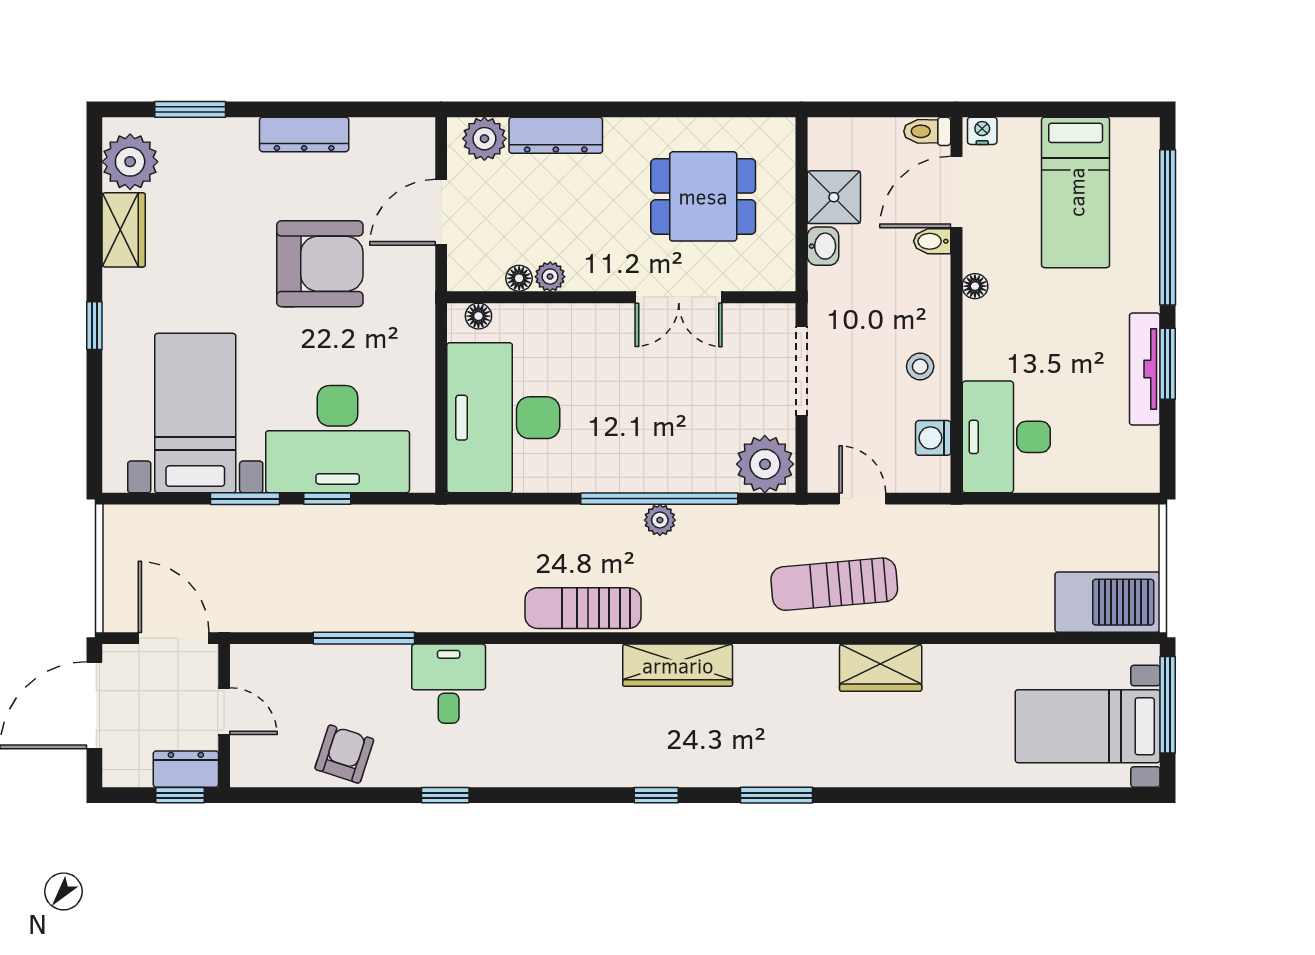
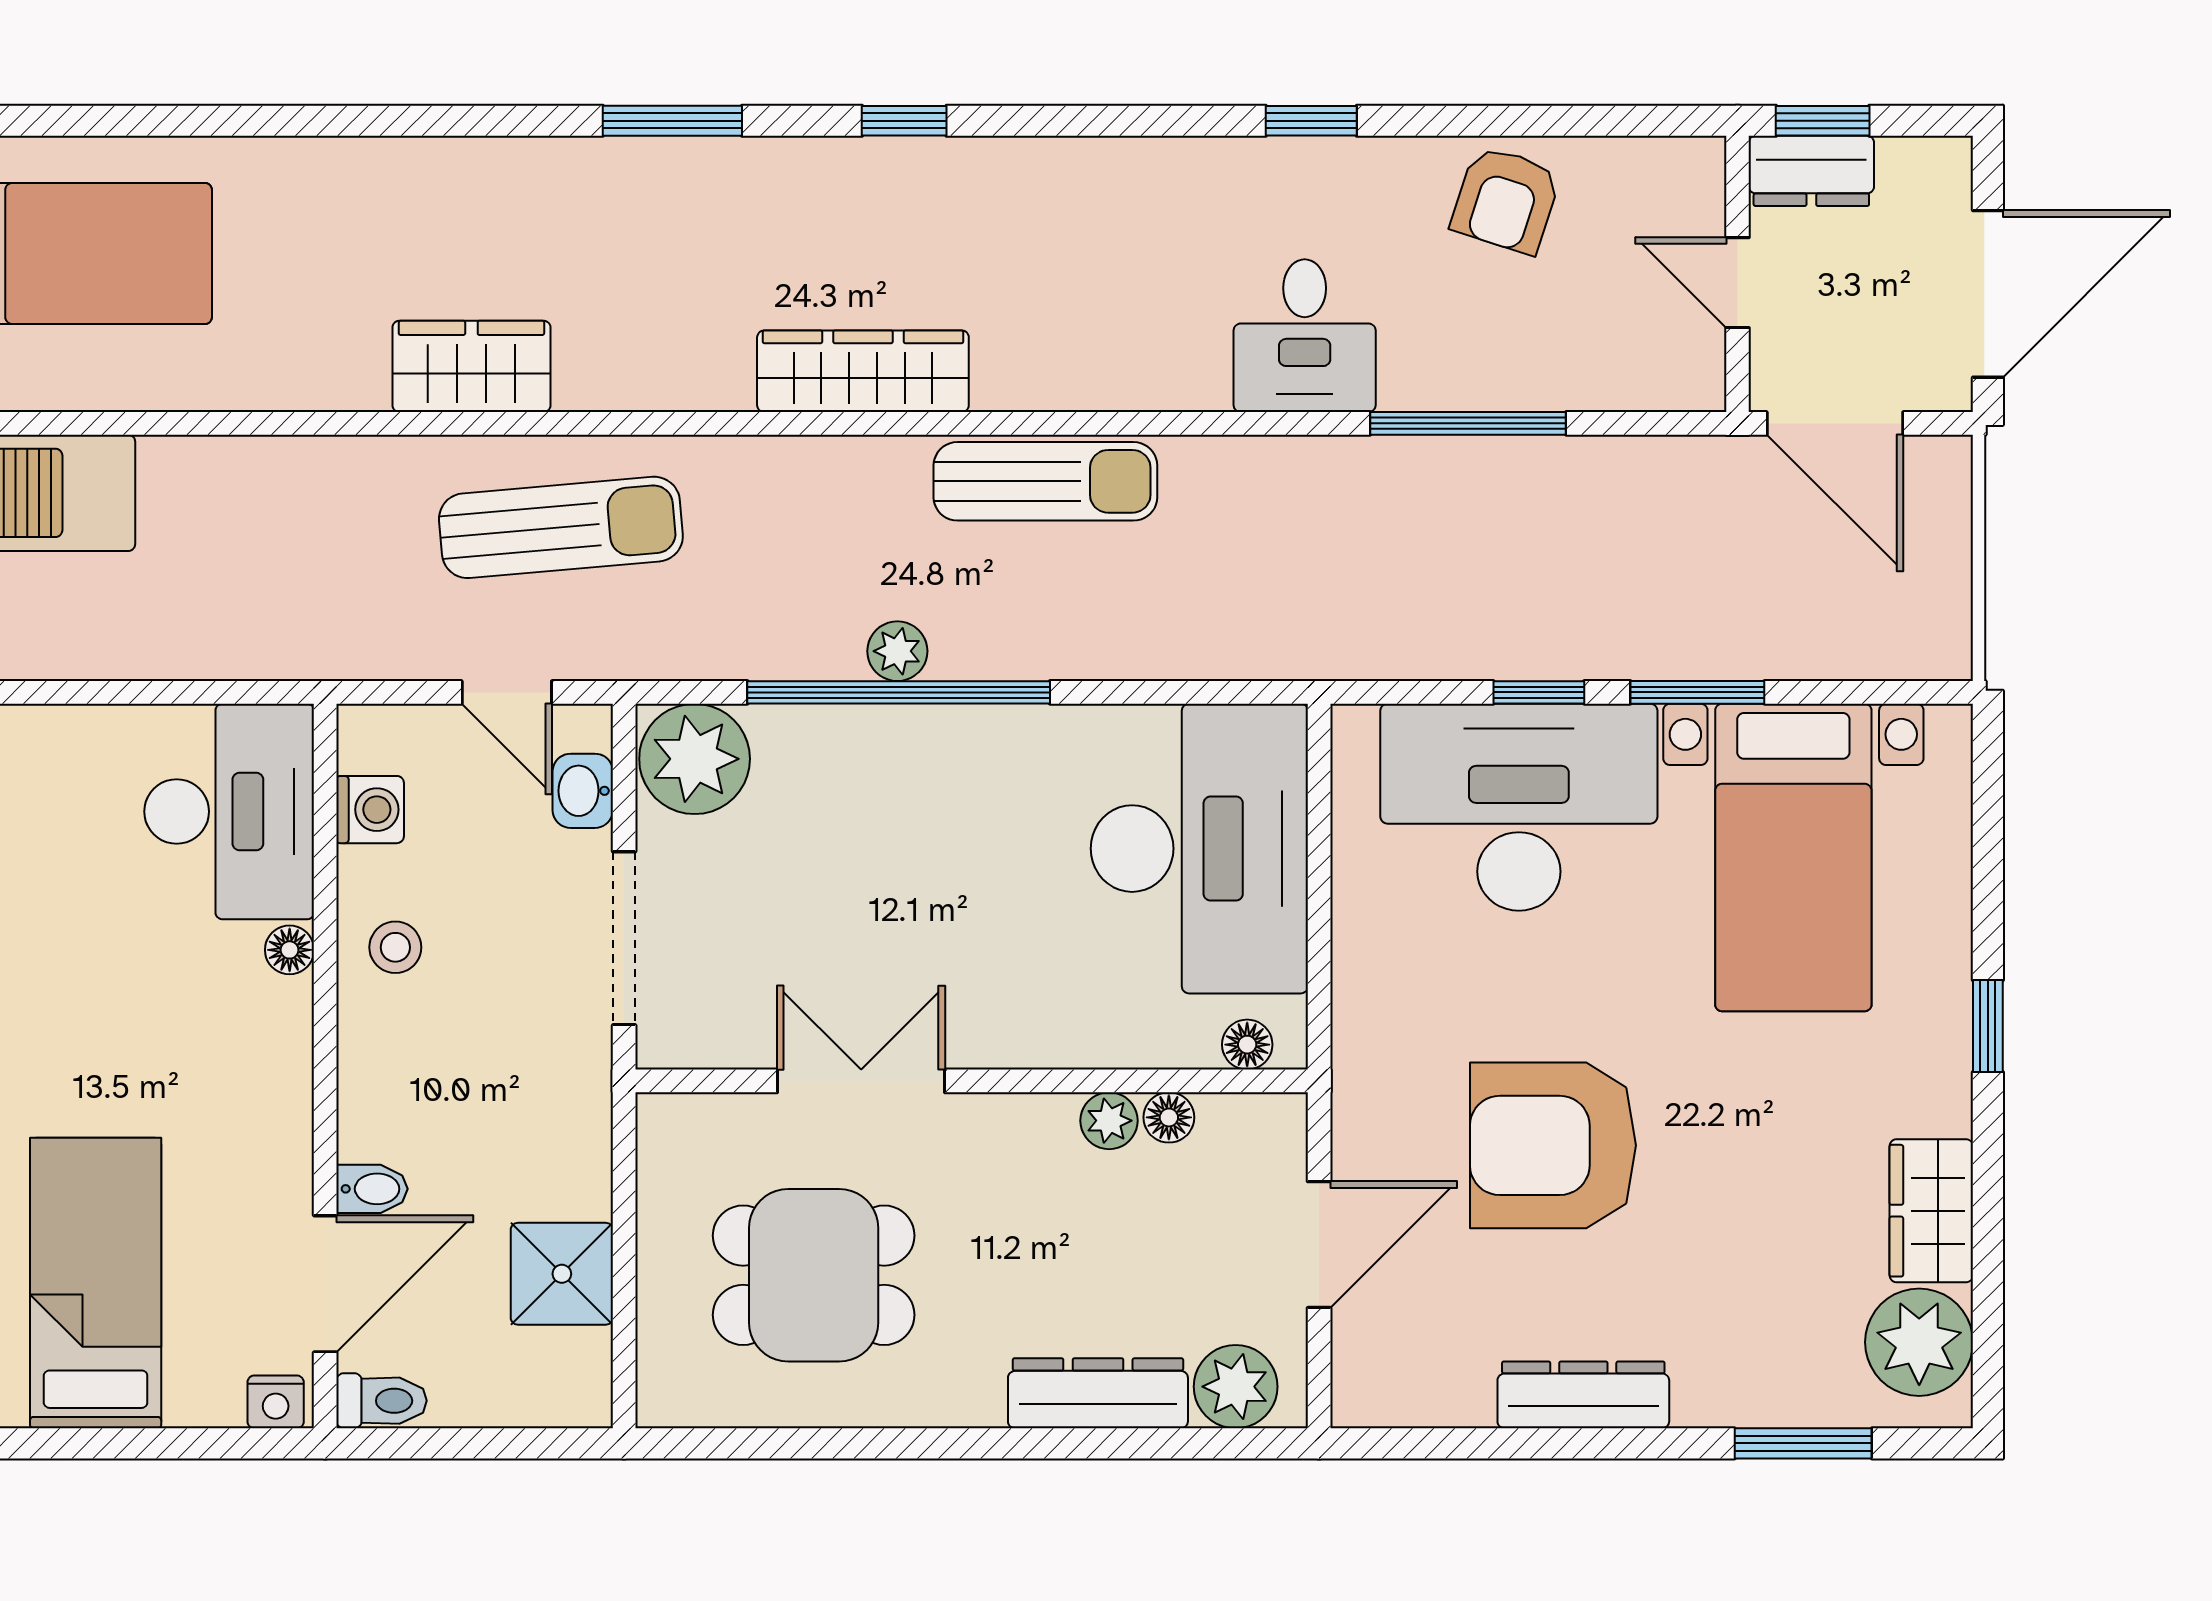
washbasin: (823, 246) -> (583, 791), moved
floor lamp: (975, 286) -> (290, 950), moved

